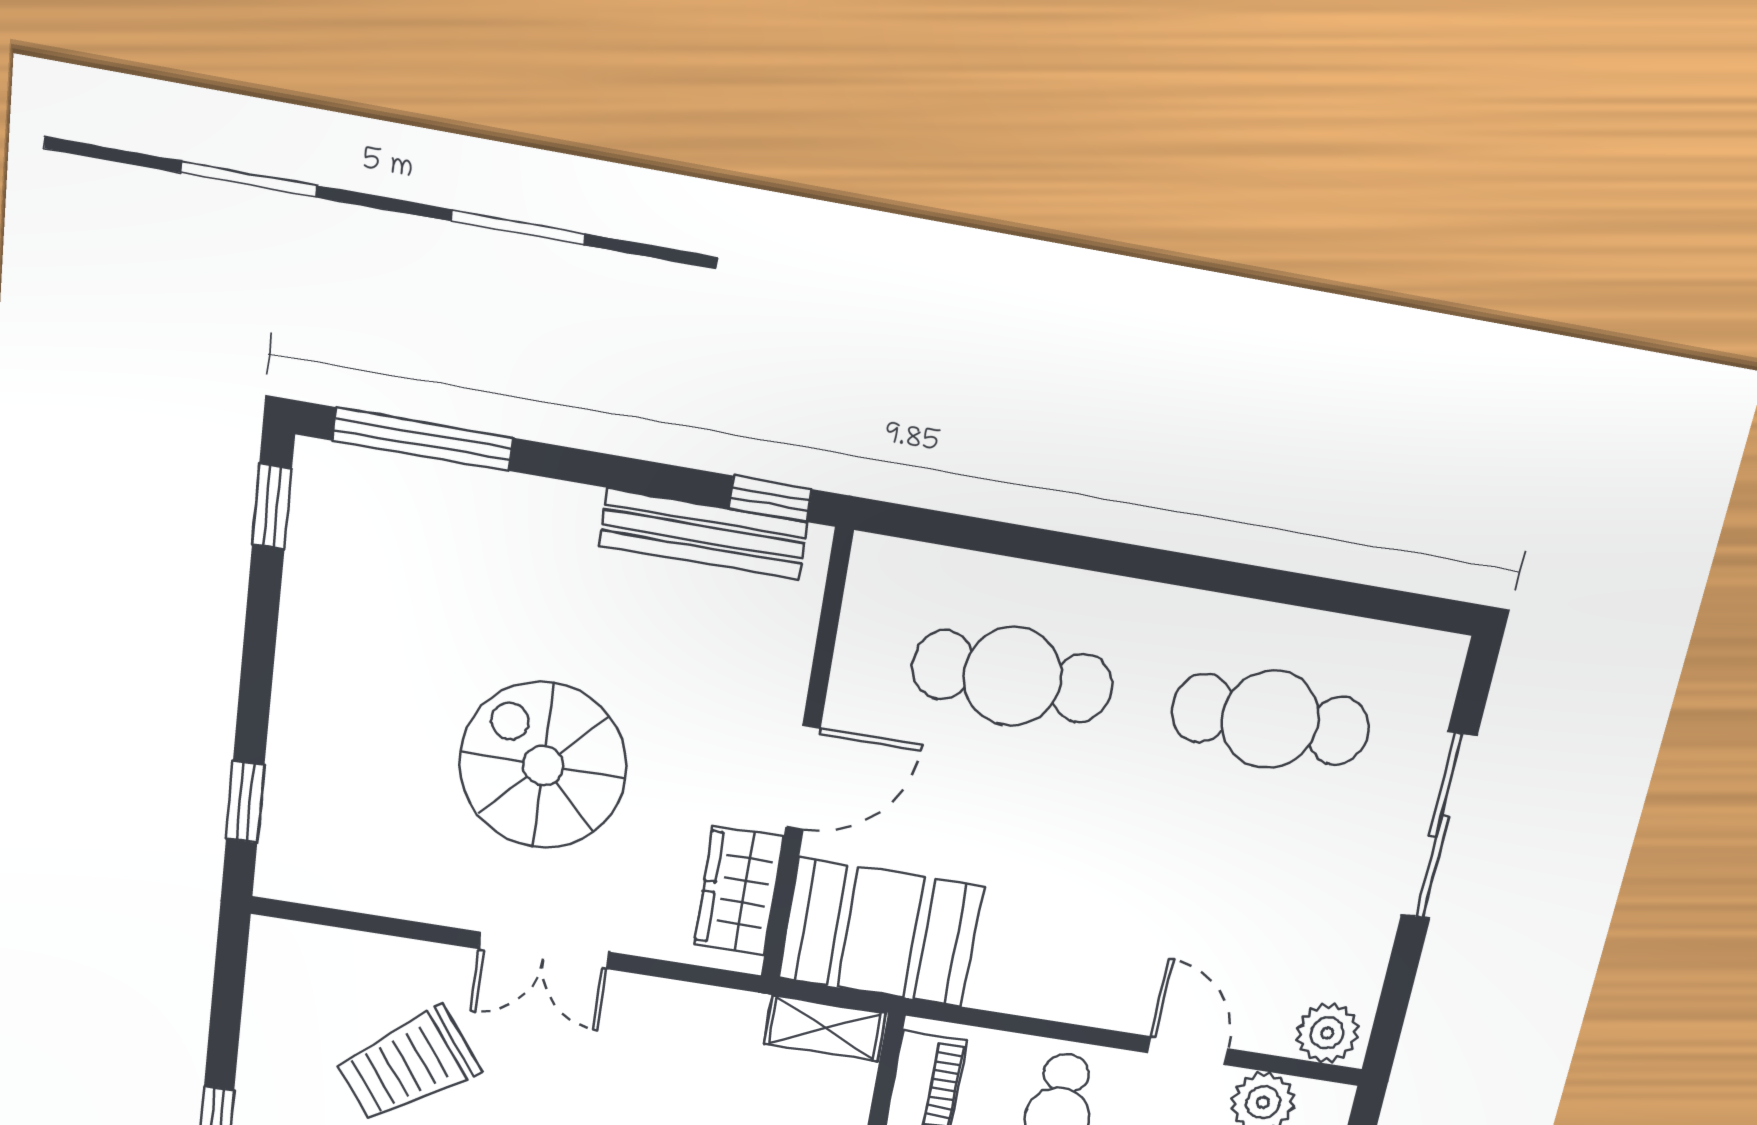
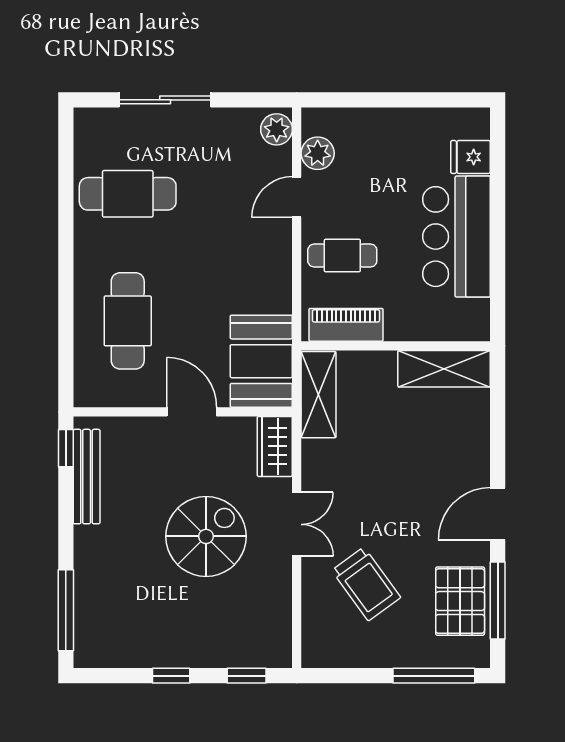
window: (272, 506) -> (171, 676), moved
cafe table: (1270, 720) -> (128, 194), turned 90
spiral stairs: (543, 765) -> (206, 536), turned 180
wardrobe: (739, 891) -> (275, 446), moved, turned 90
shelving: (825, 1028) -> (319, 395), width x1.50, depth x1.33

